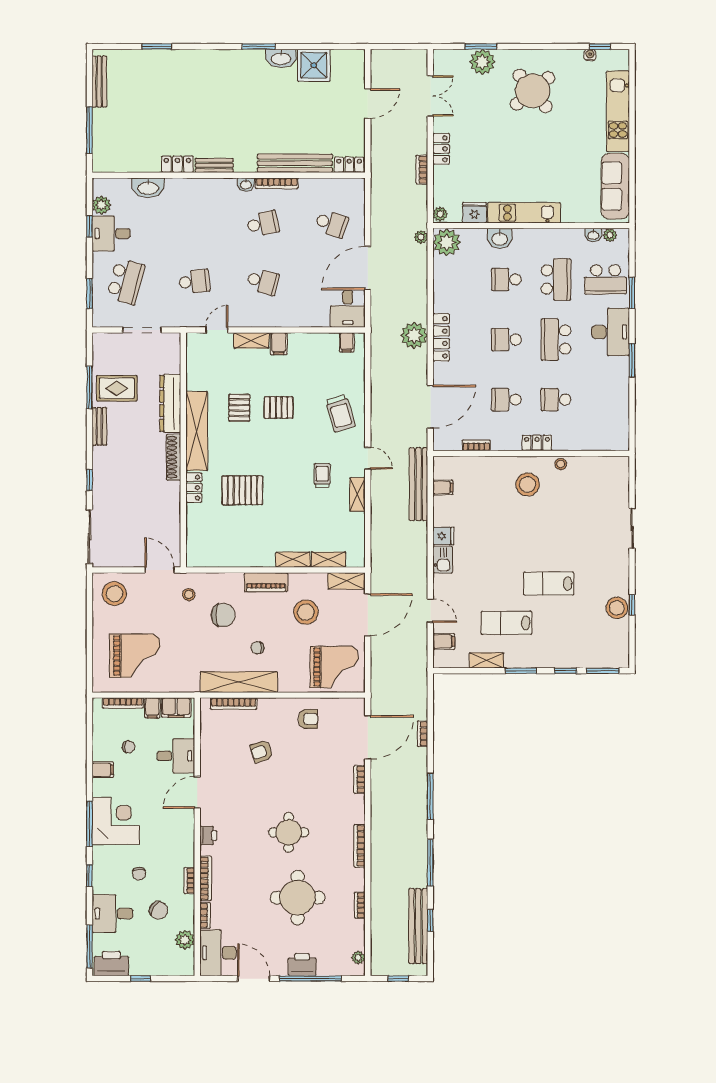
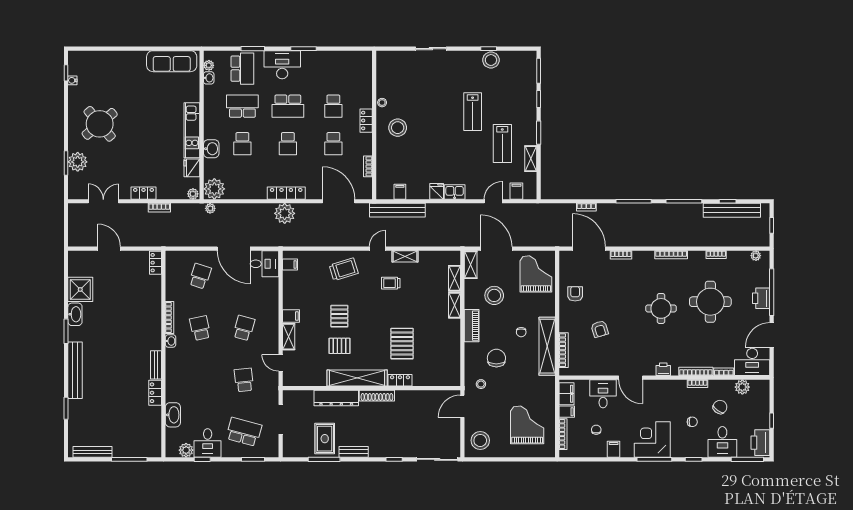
kitchen unit: (618, 111) -> (115, 59), removed
bench: (295, 163) -> (75, 370), moved

